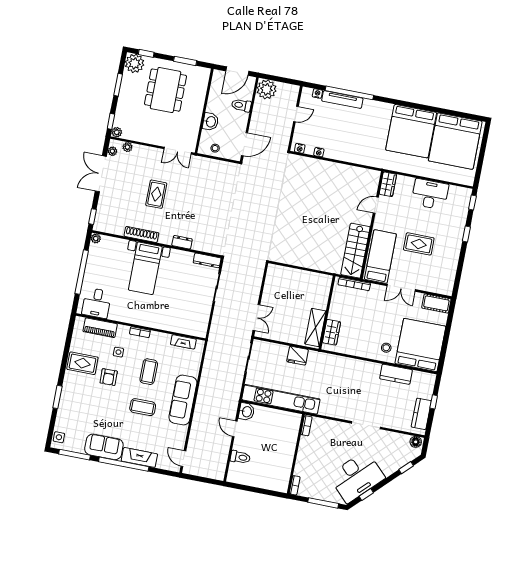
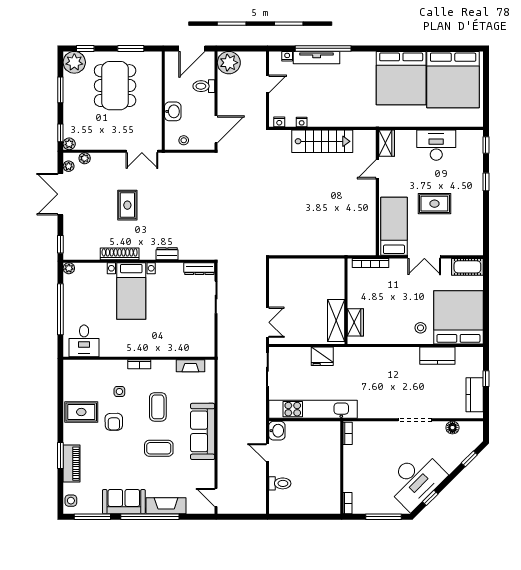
stairs: (355, 251) -> (322, 141), moved, turned -90
piano: (100, 328) -> (72, 464), moved, turned -90
floor lamp: (416, 442) -> (452, 428), moved

